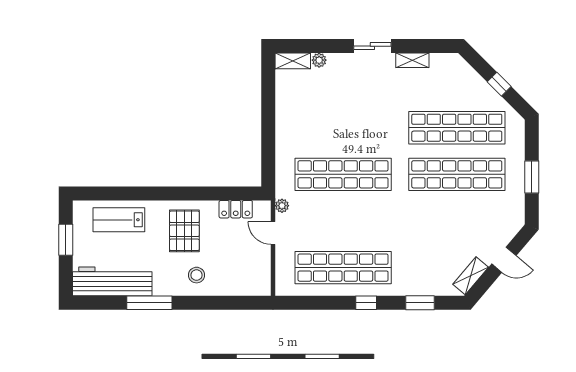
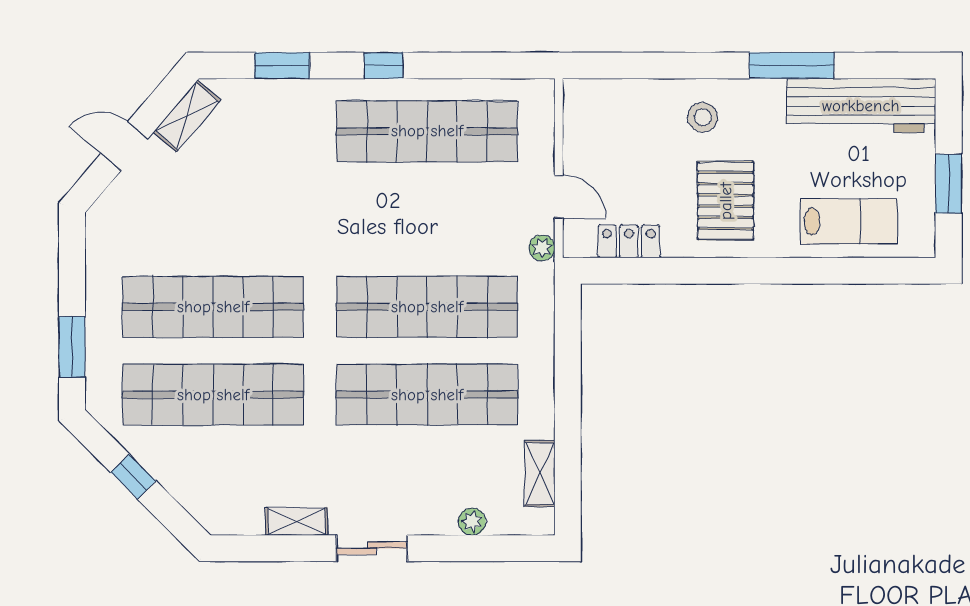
shelving: (293, 61) -> (540, 474), moved, turned 90
shop shelf: (343, 128) -> (427, 395), added
window: (532, 177) -> (72, 347), moved

